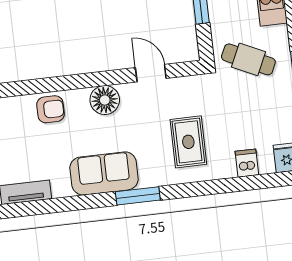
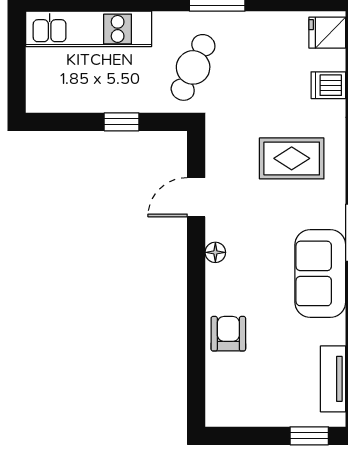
floor lamp: (105, 100) -> (215, 252), width x0.53, depth x0.53

